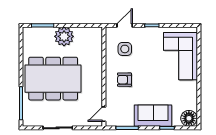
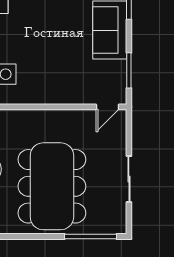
armchair: (124, 80) -> (54, 75), removed
door: (104, 114) -> (107, 107), hinge flipped

